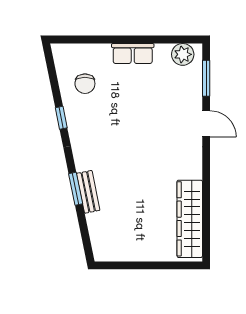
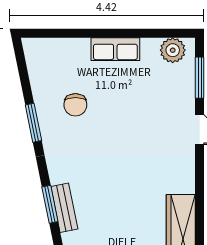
chair: (85, 84) -> (75, 105), moved
window: (61, 118) -> (33, 123), width x1.50

